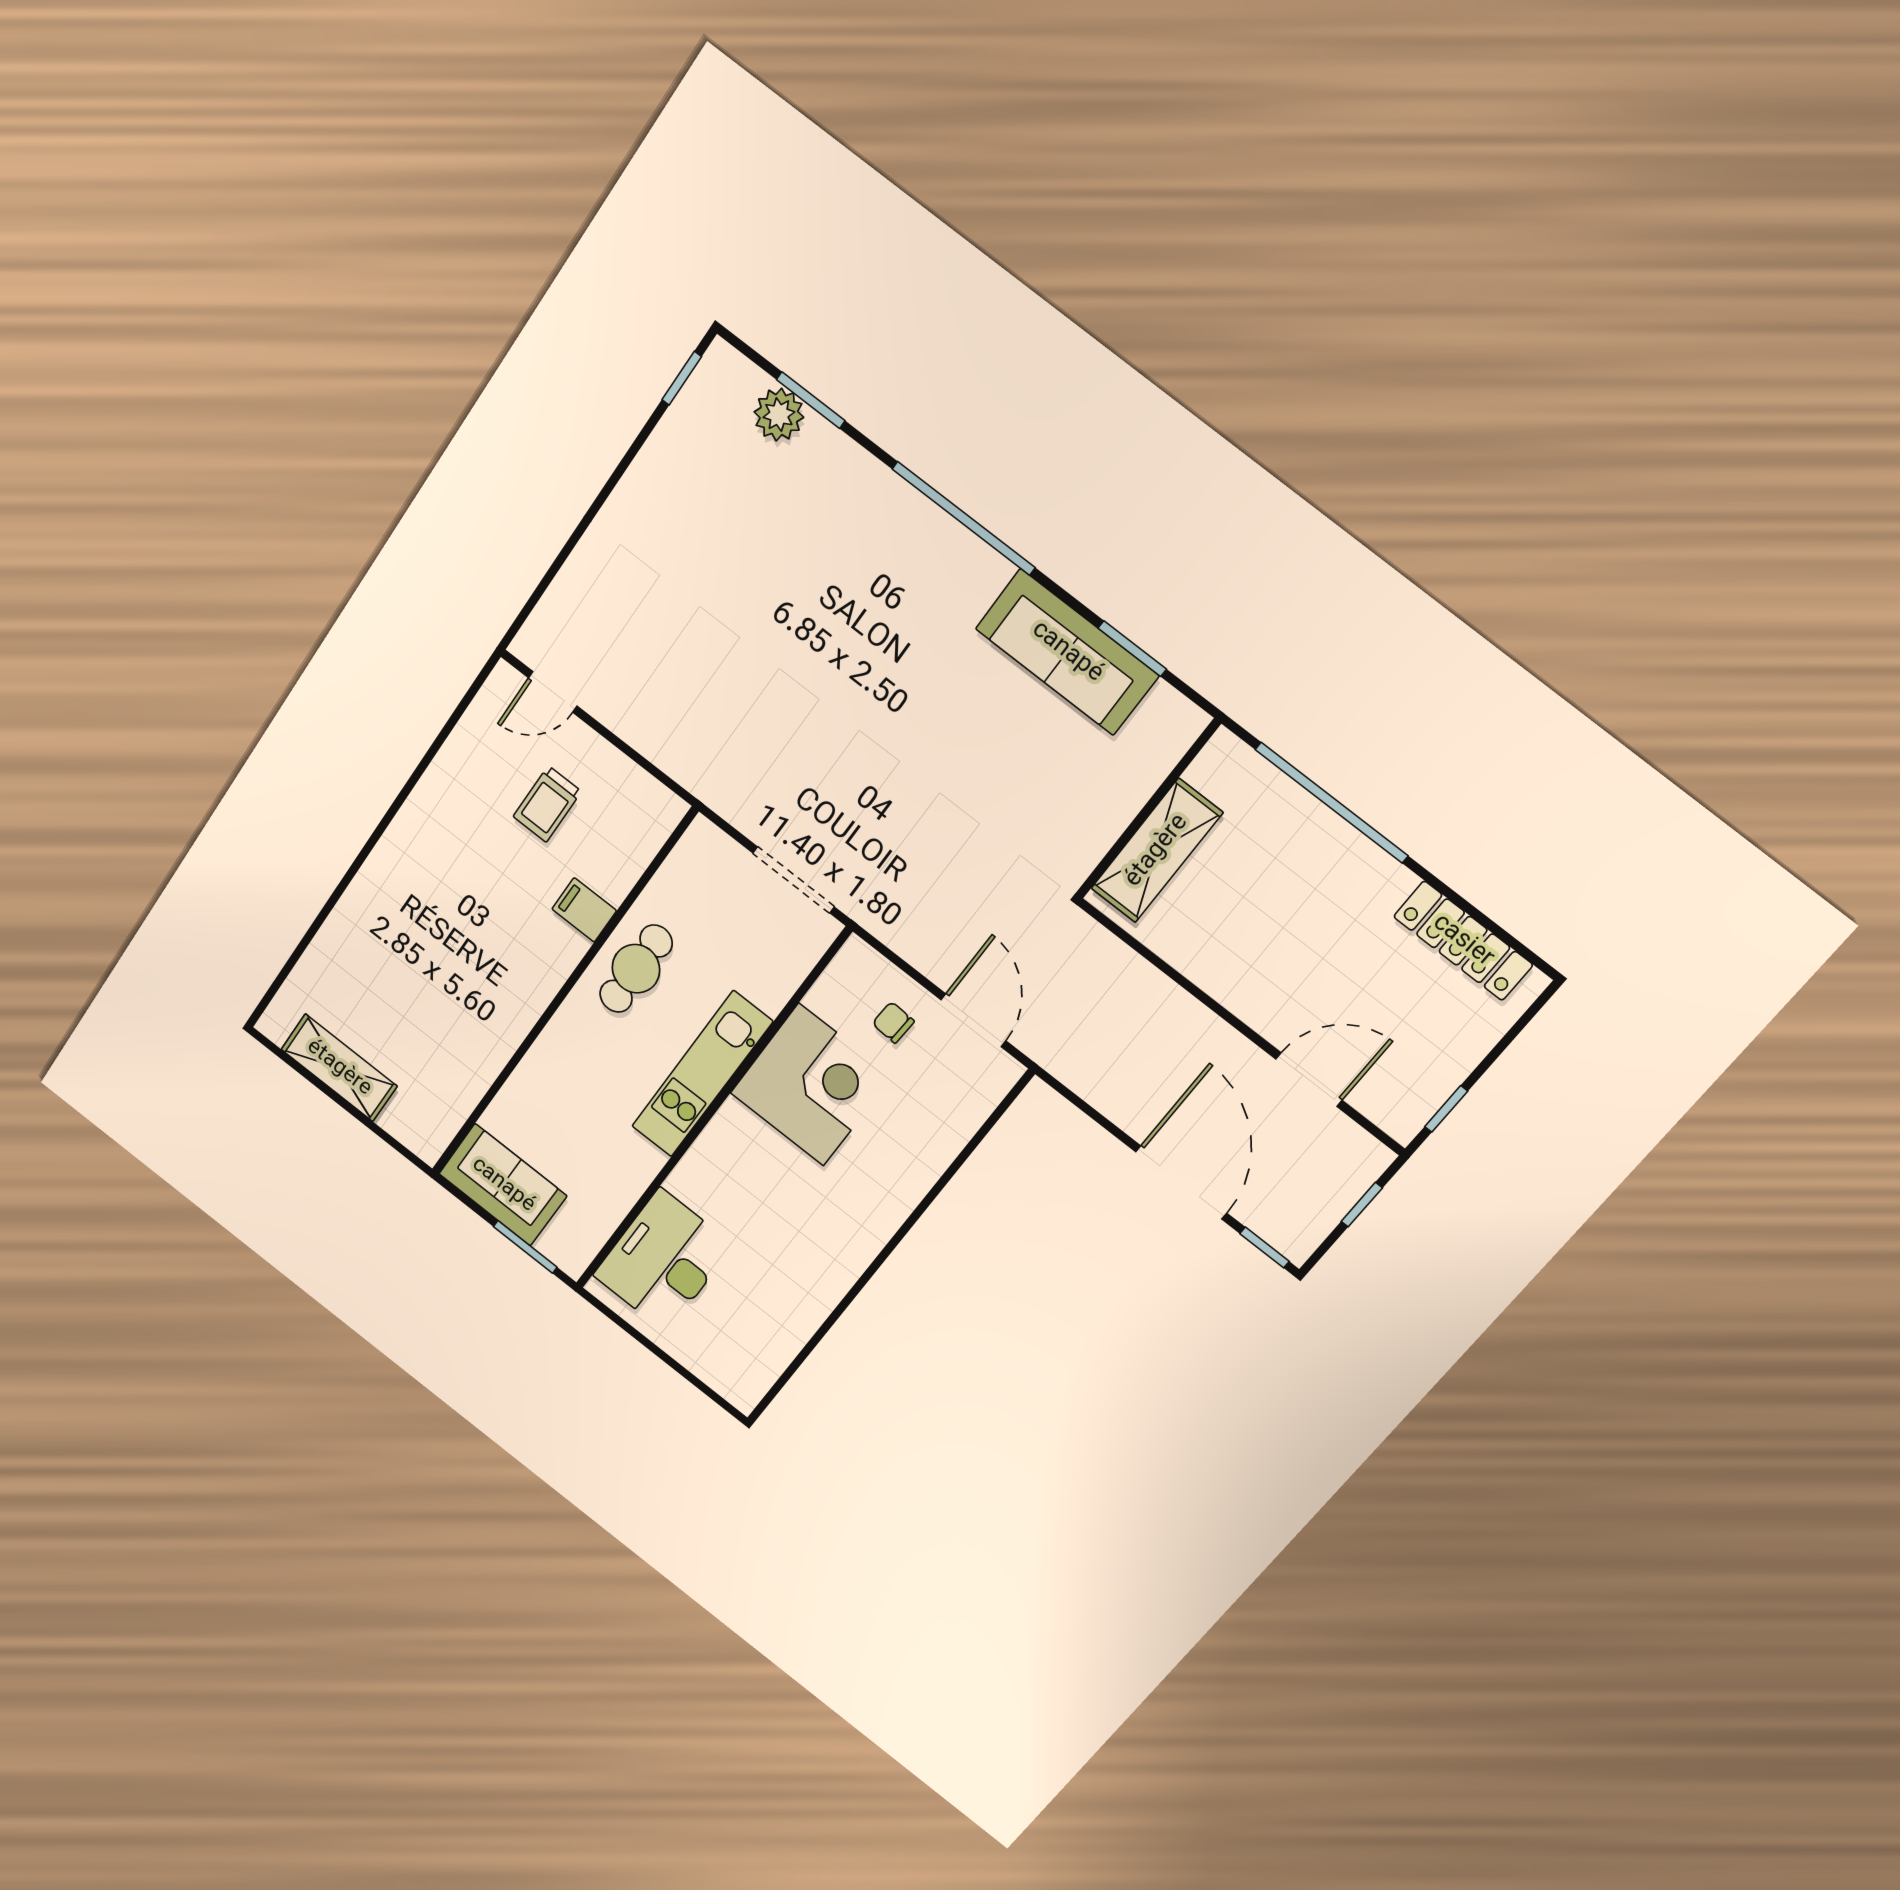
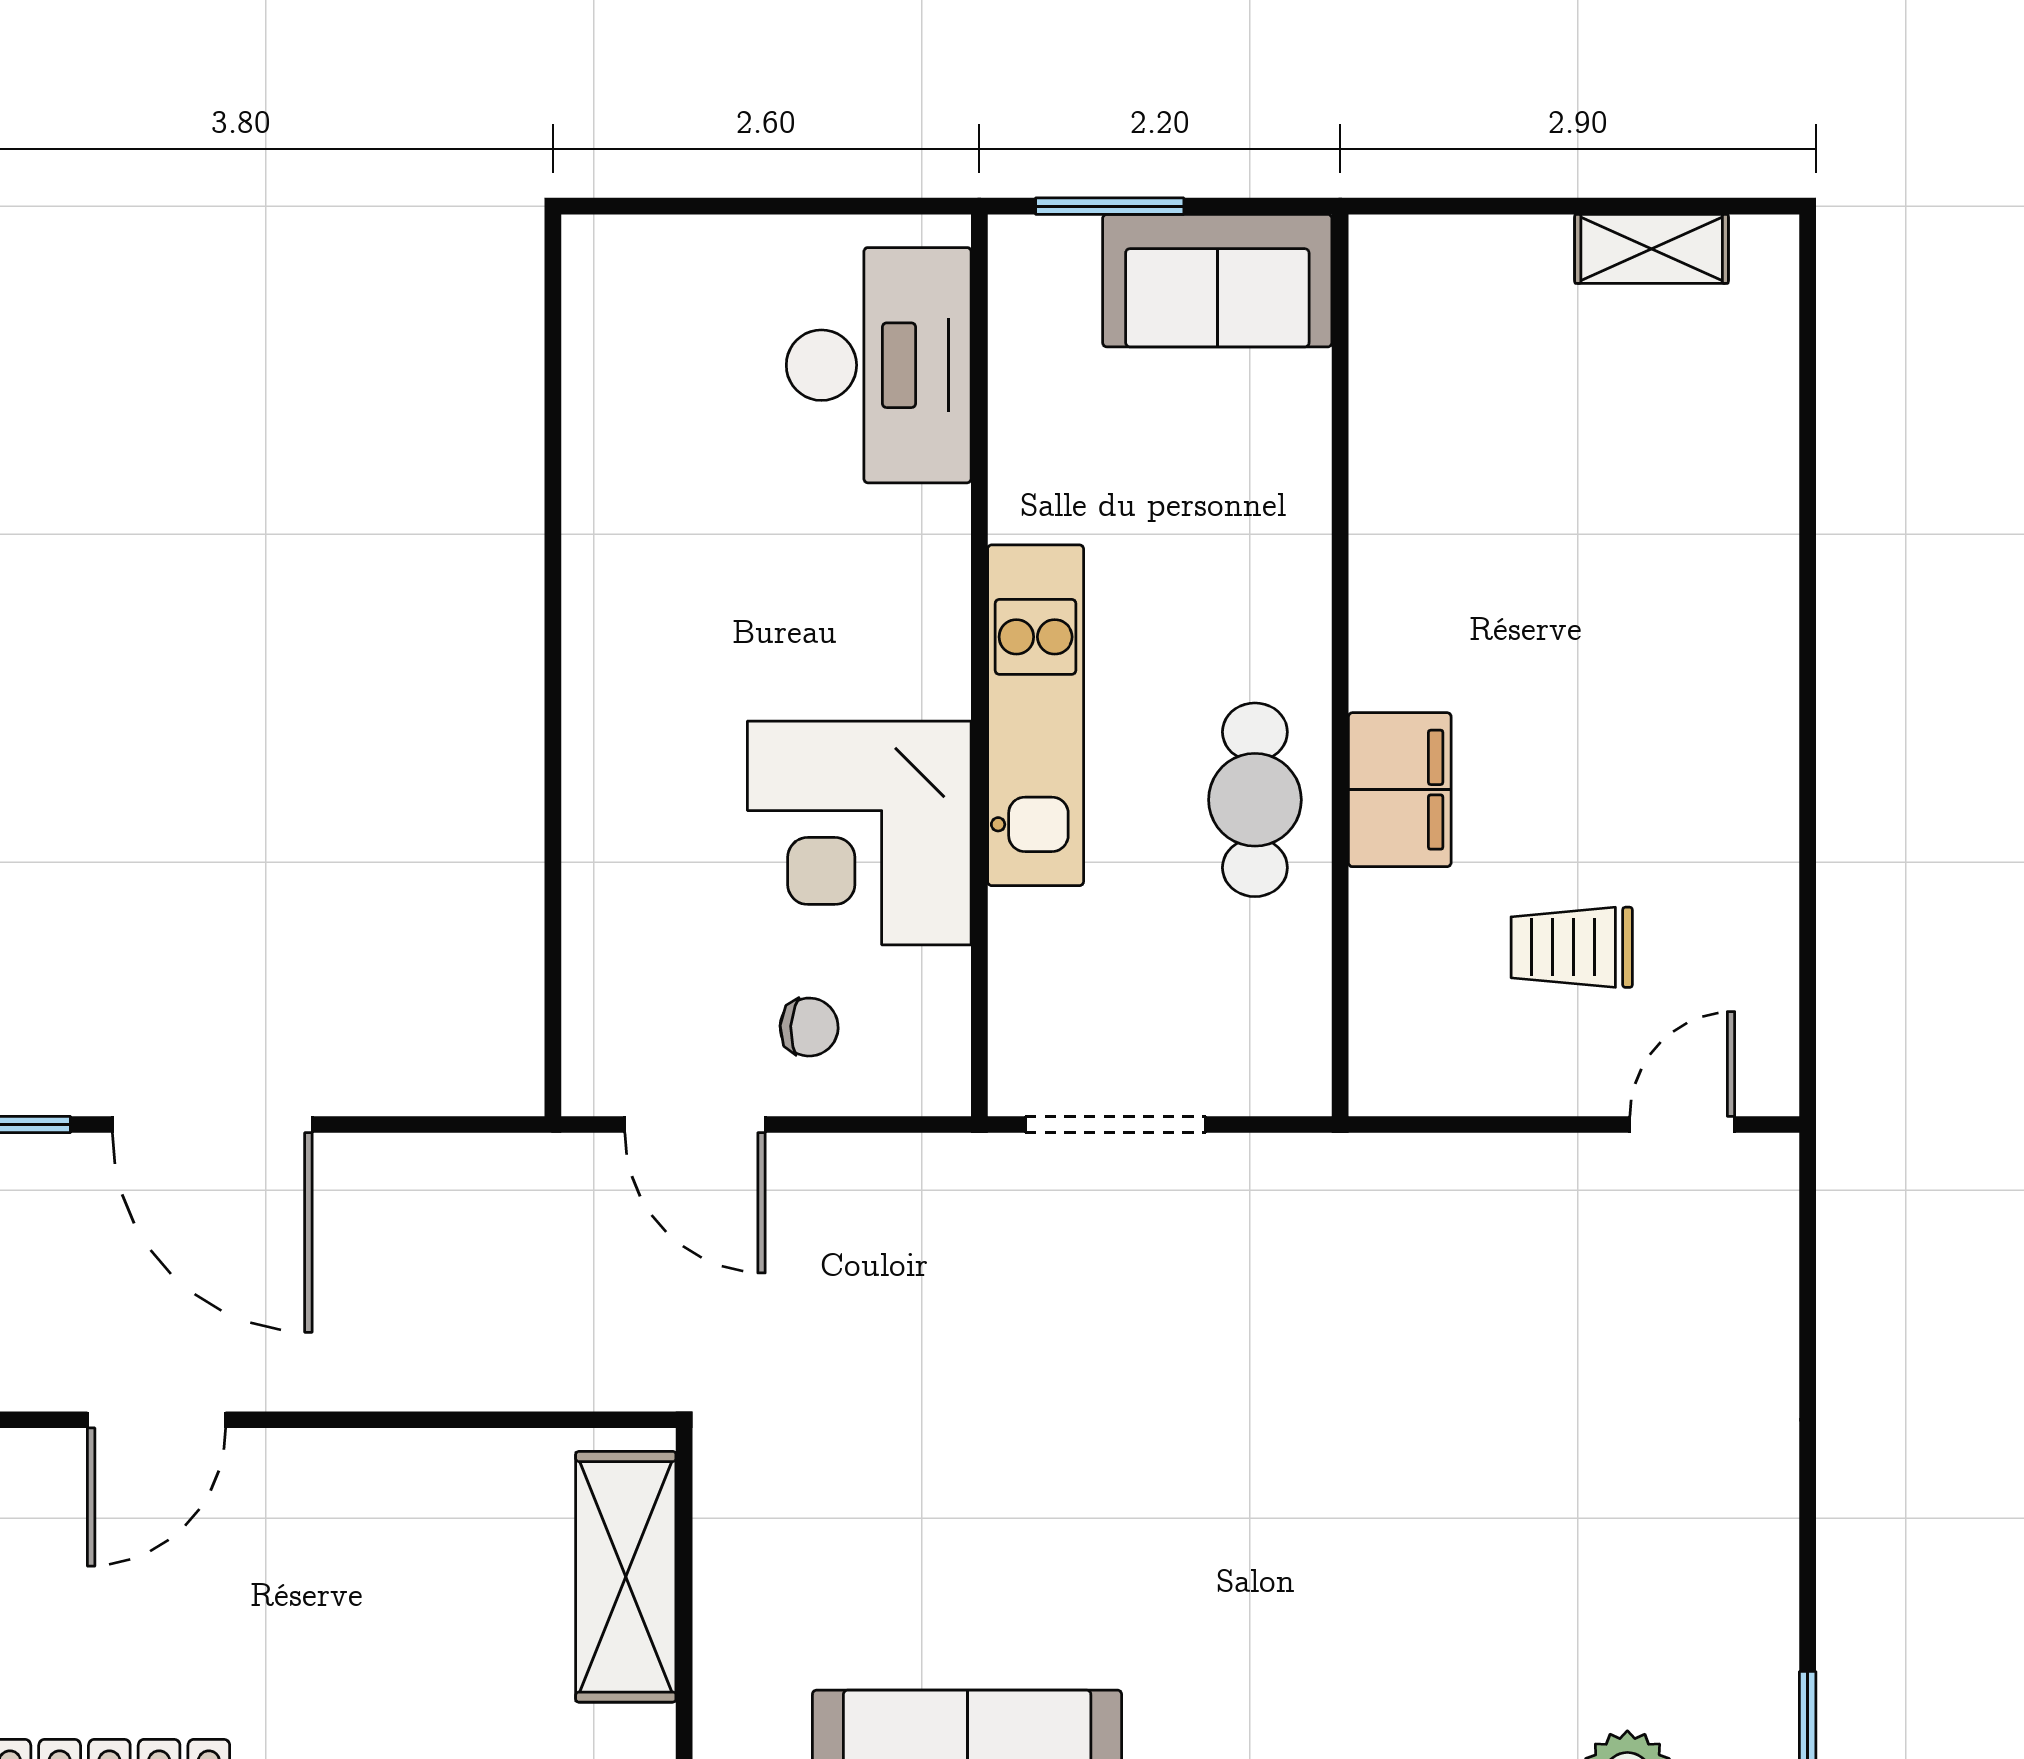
trolley: (547, 804) -> (1572, 947), turned -90
filing cabinet: (584, 910) -> (1400, 790), width x2.00
shelving: (339, 1068) -> (1652, 249), width x0.67, depth x0.75

